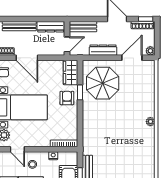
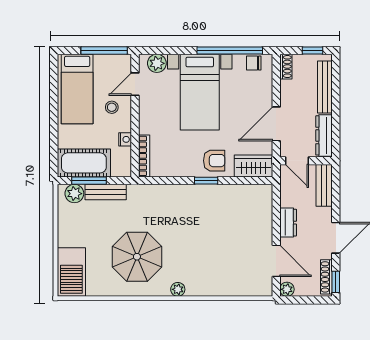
dresser: (103, 50) -> (288, 223), width x0.70
door: (27, 58) -> (276, 124), moved
parasol: (103, 83) -> (137, 257), moved
window: (80, 92) -> (206, 181), moved

